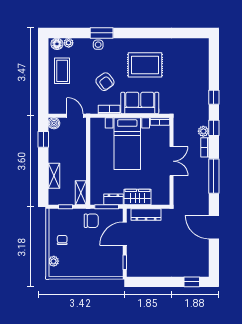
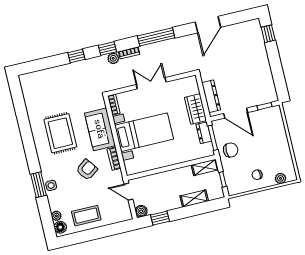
door: (75, 116) -> (128, 192), hinge flipped
chair: (91, 221) -> (231, 150), turned 90

